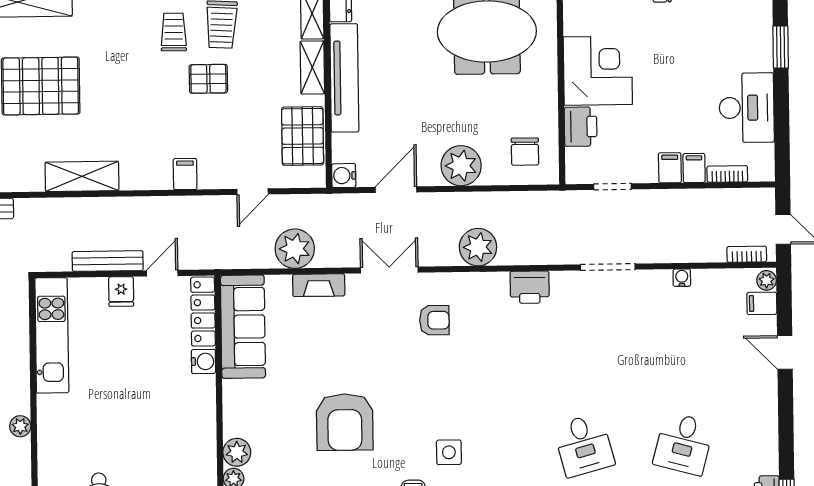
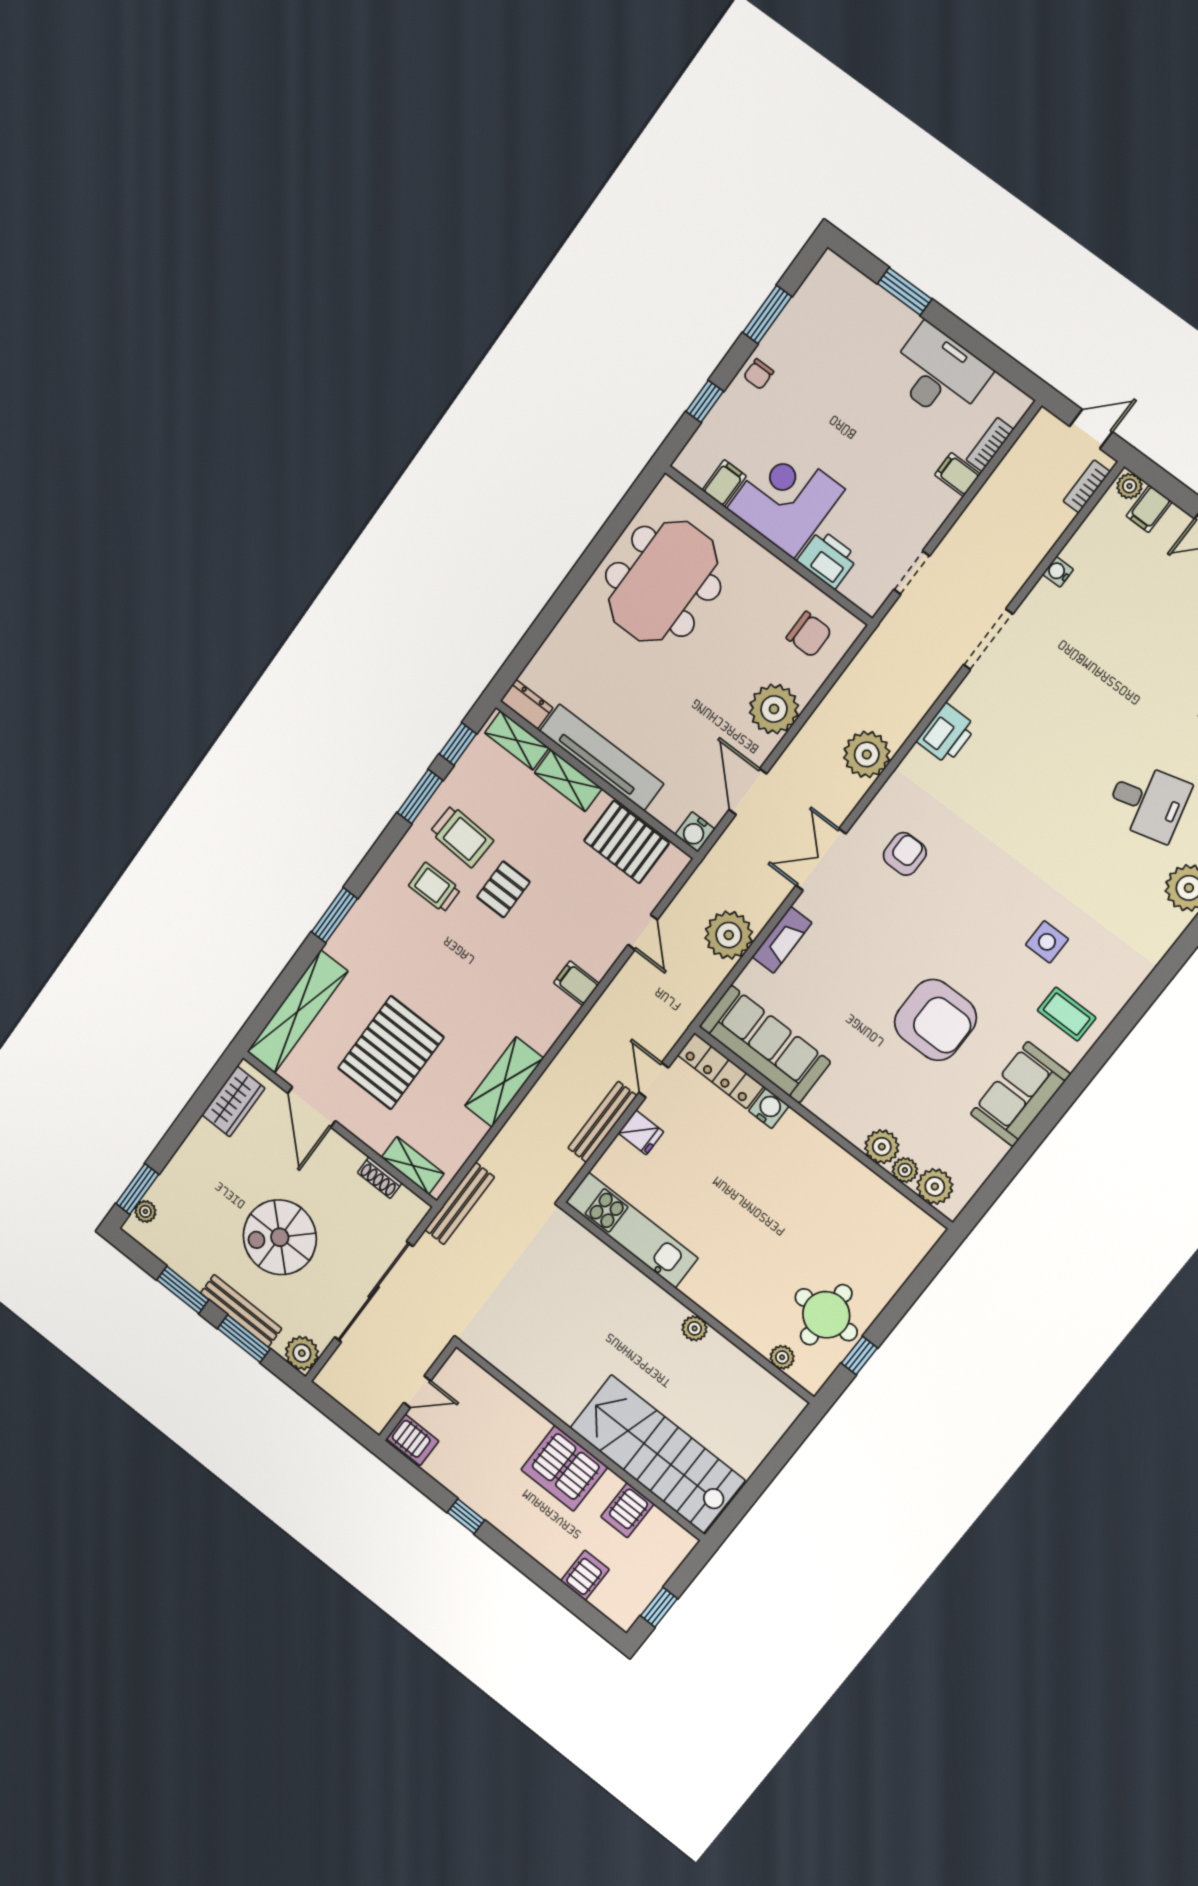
filing cabinet: (670, 168) -> (724, 483), moved, turned 90

